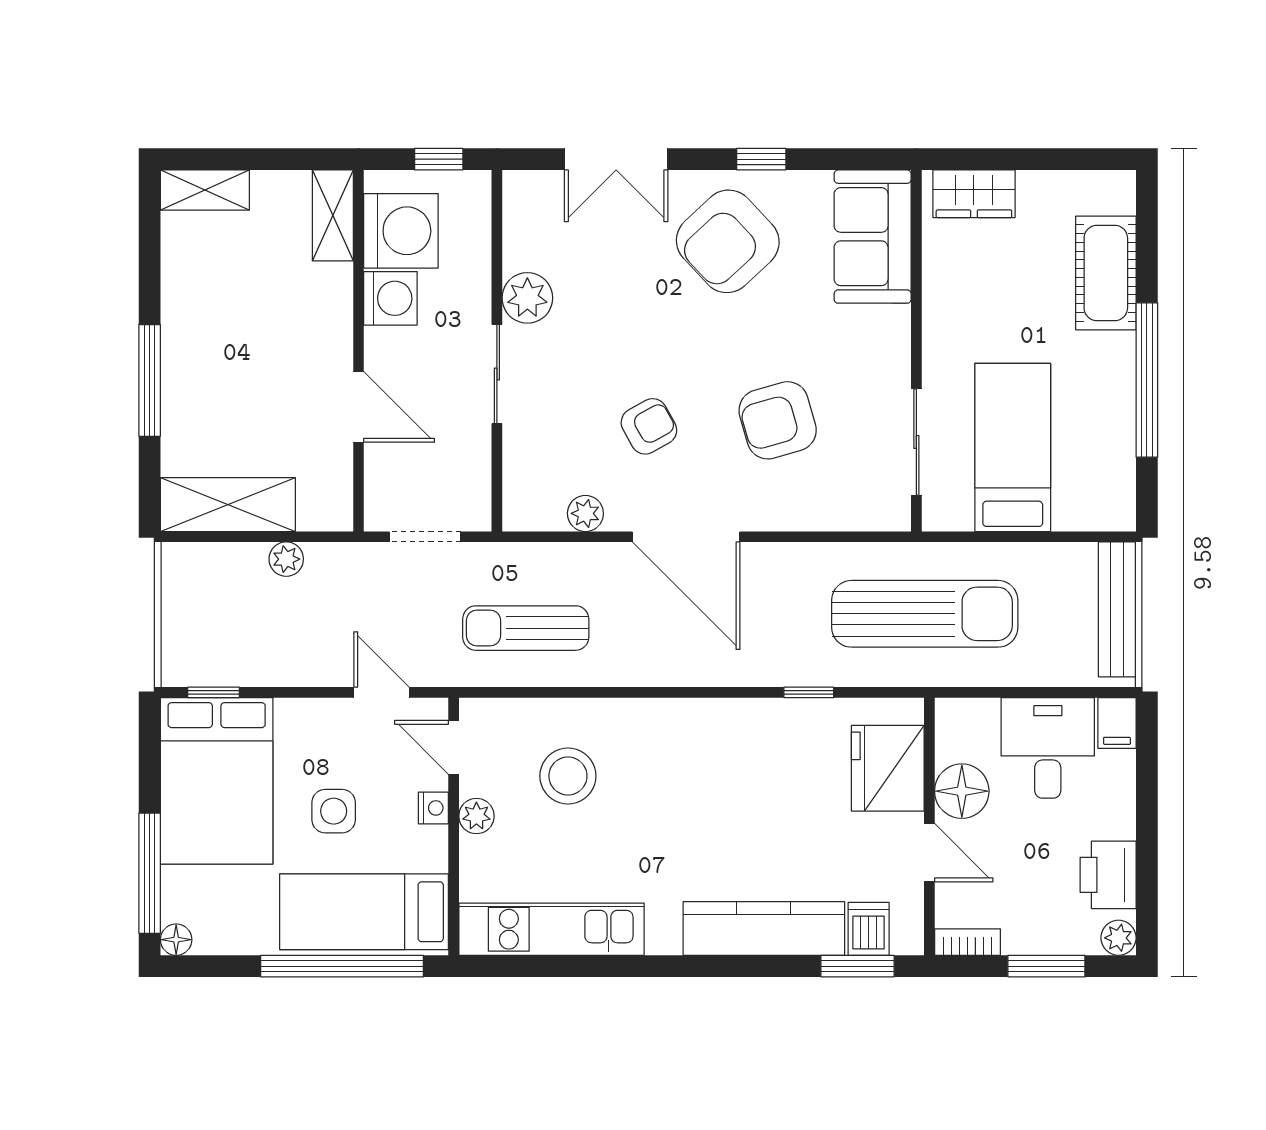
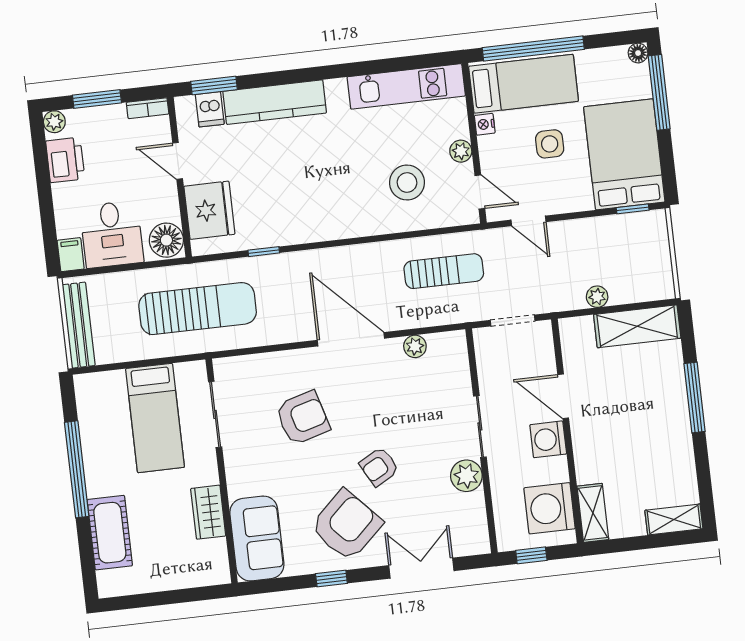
wardrobe: (974, 194) -> (208, 512), moved, turned -90
washing machine: (390, 298) -> (548, 439), moved
armchair: (649, 426) -> (379, 467), moved
sun lounger: (925, 614) -> (198, 309), turned 180
floor lamp: (962, 791) -> (166, 240), moved
nightstand: (433, 808) -> (485, 124), moved

